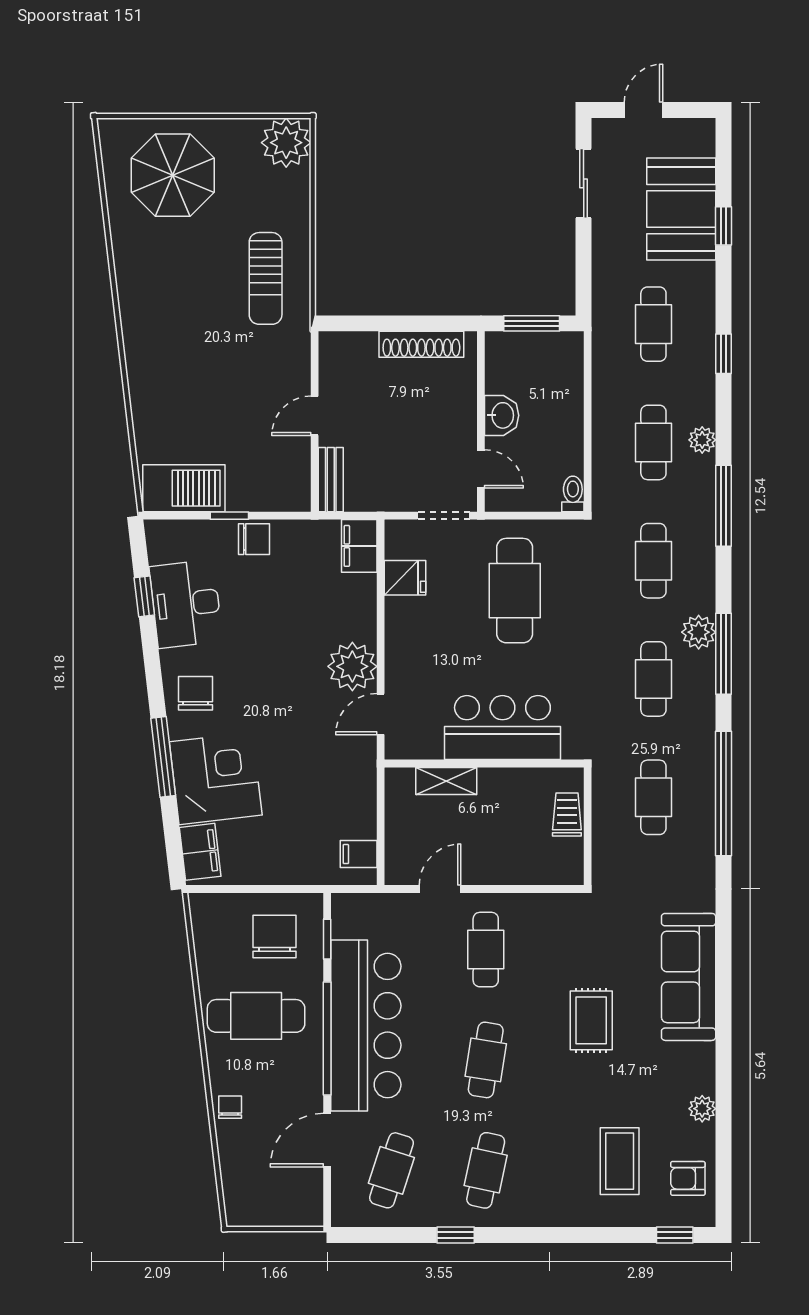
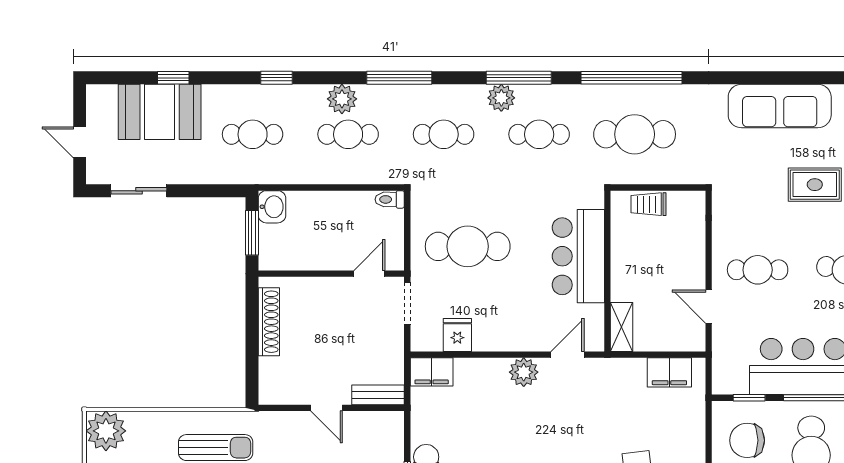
washbasin: (502, 415) -> (272, 207), moved, turned 90
plant: (702, 440) -> (342, 99), width x1.38, depth x1.38
plant: (352, 666) -> (524, 372), width x0.73, depth x0.73
door: (381, 714) -> (567, 355), swing flipped
shelving: (446, 781) -> (621, 327), moved
cafe table: (653, 797) -> (635, 134), width x1.37, depth x1.35
filing cabinet: (359, 854) -> (669, 372), width x2.00

